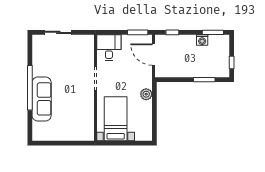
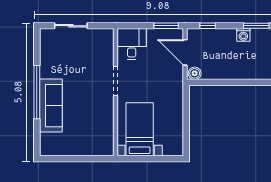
boiler: (161, 72) -> (195, 73), added
window: (204, 80) -> (246, 82), removed
plant: (146, 94) -> (176, 100), removed

